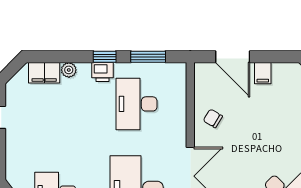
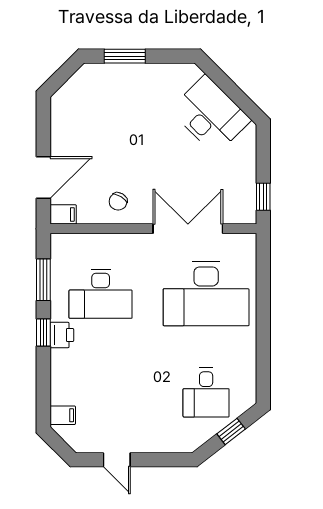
plant: (69, 70) -> (59, 376), removed
filing cabinet: (44, 73) -> (63, 415), width x0.50
filing cabinet: (263, 73) -> (63, 214), moved

